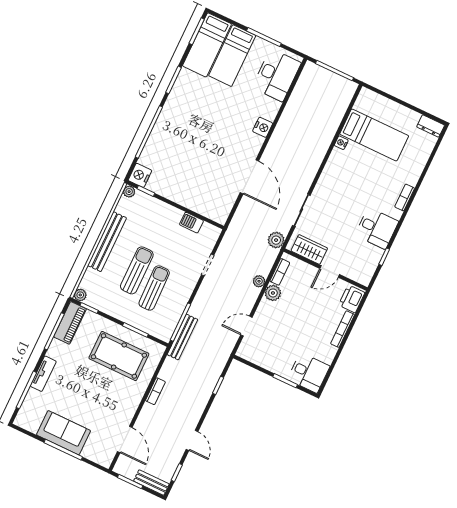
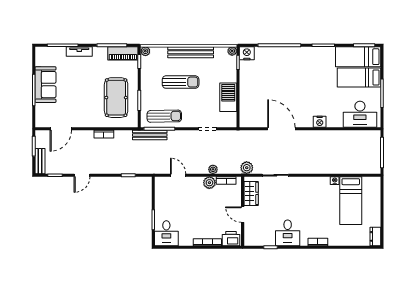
door: (249, 177) -> (281, 129), swing flipped
barbecue: (191, 223) -> (228, 97), width x1.88, depth x1.53
sun lounger: (154, 288) -> (164, 116), moved

